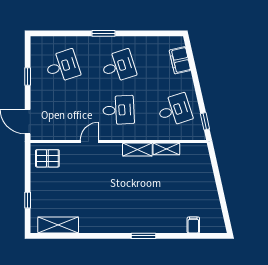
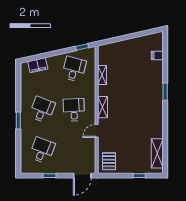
desk: (62, 66) -> (42, 150), turned 39
desk: (118, 66) -> (42, 110), turned 39
desk: (175, 110) -> (74, 69), turned 33
door: (89, 142) -> (97, 131), hinge flipped
shelving: (137, 150) -> (103, 107), moved

